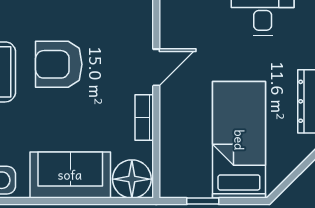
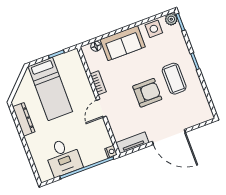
floor lamp: (132, 179) -> (96, 46), width x0.53, depth x0.53

